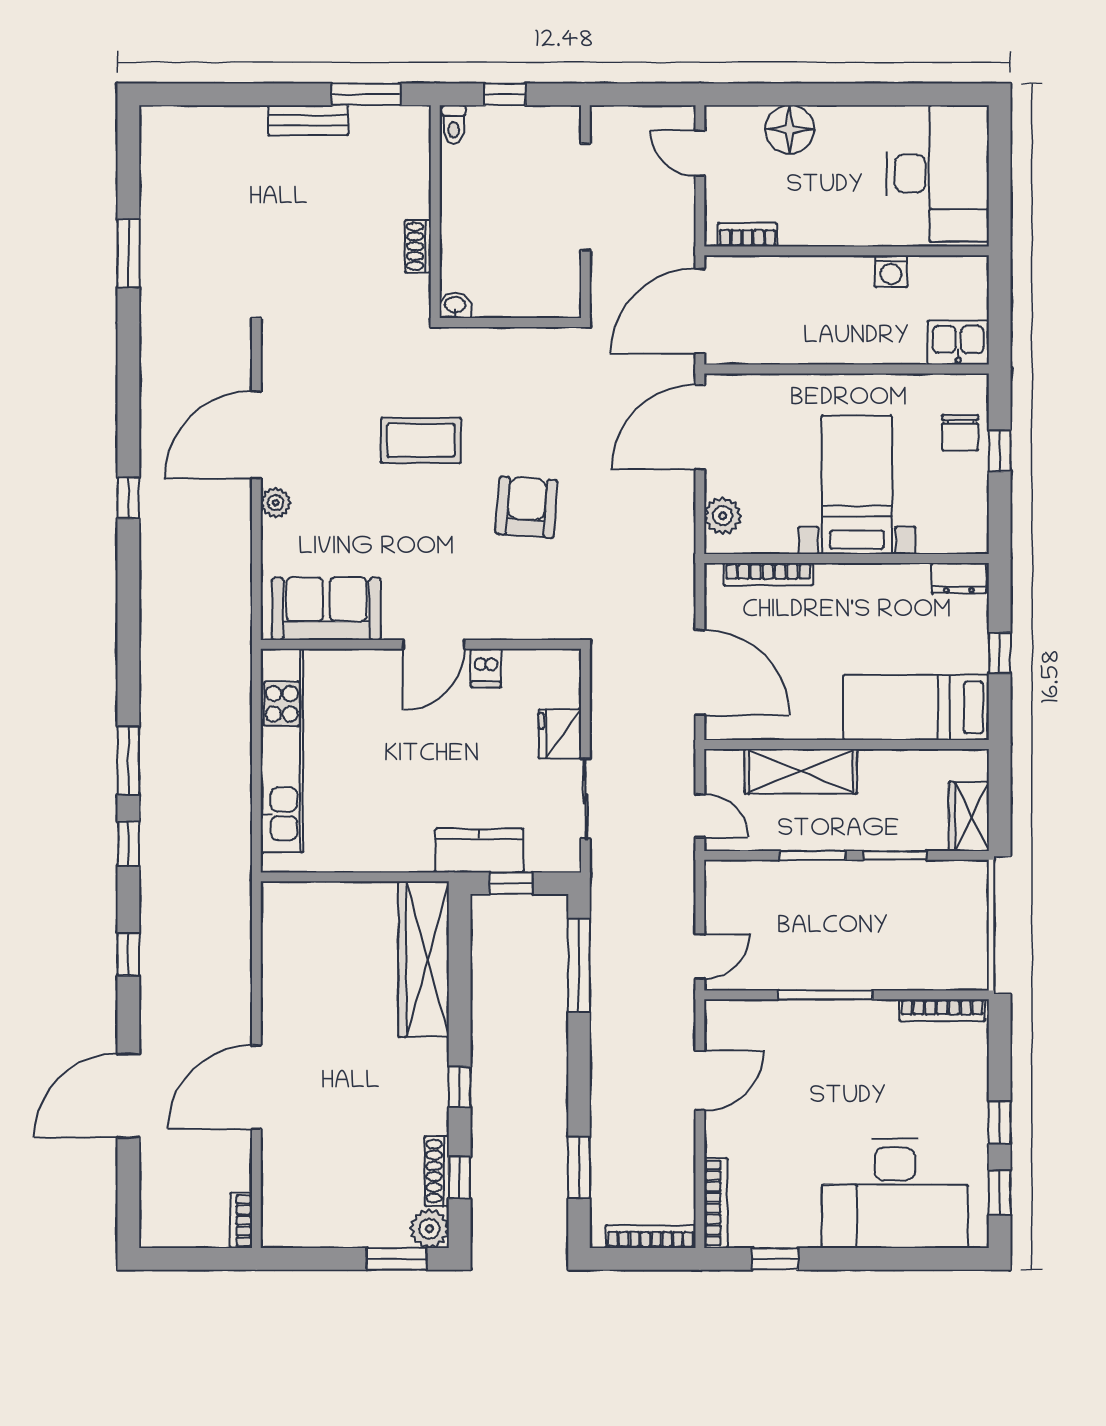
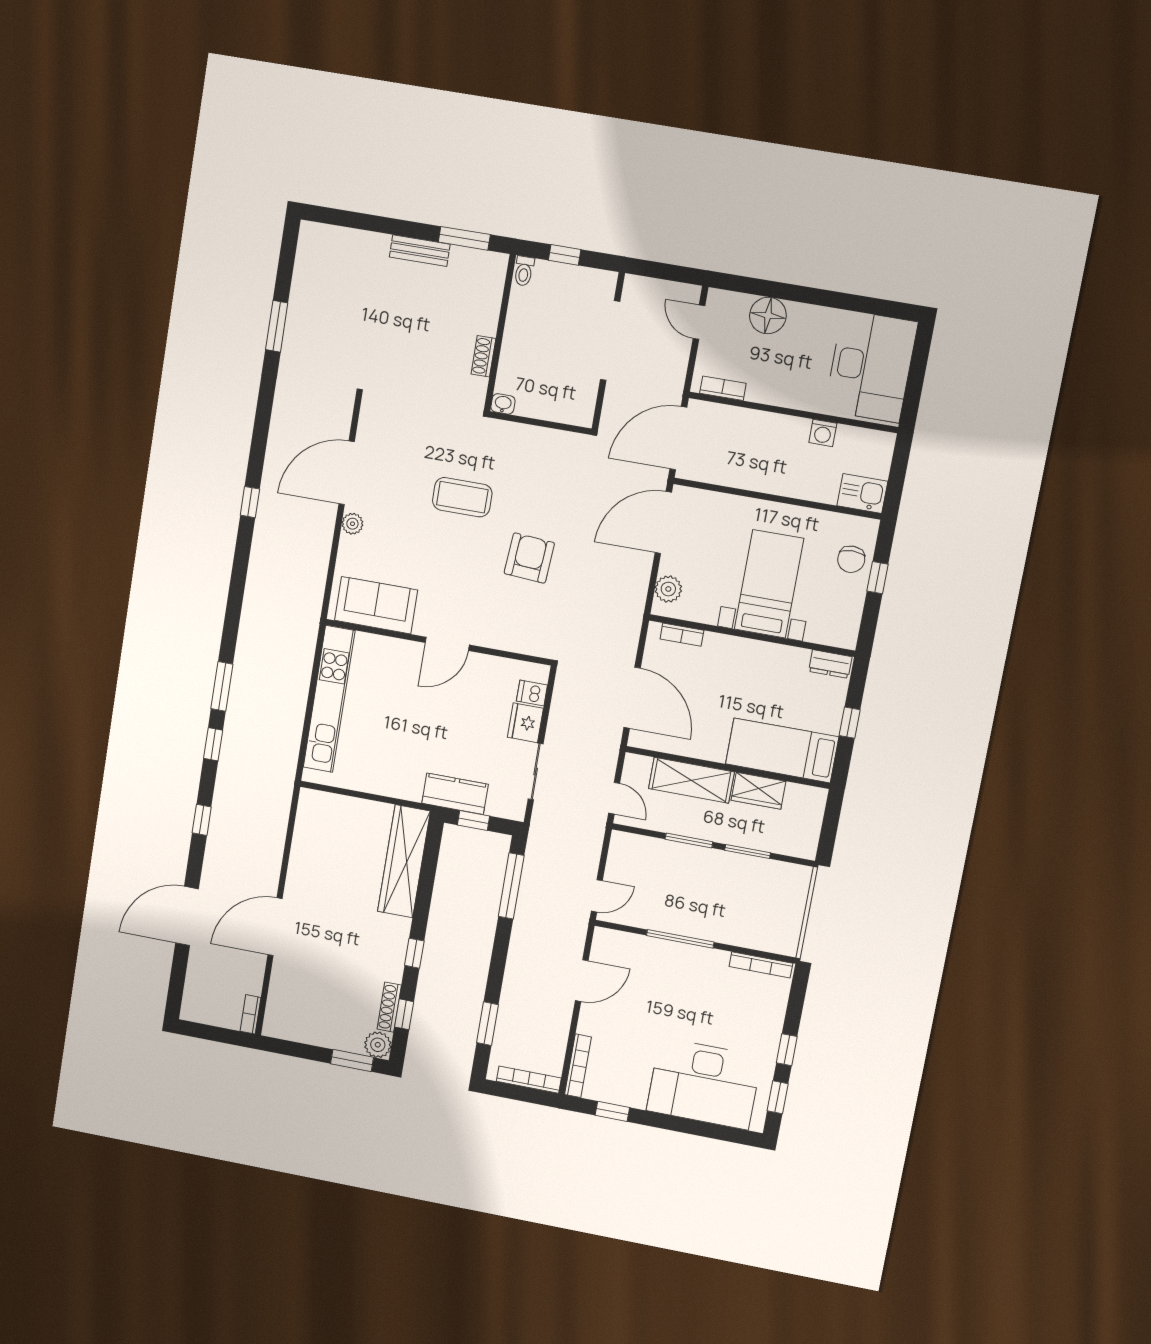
bookcase: (768, 574) -> (682, 635), width x0.64
dishwasher: (486, 668) -> (532, 693), moved, turned 90
wardrobe: (969, 816) -> (758, 791), moved, turned -90

